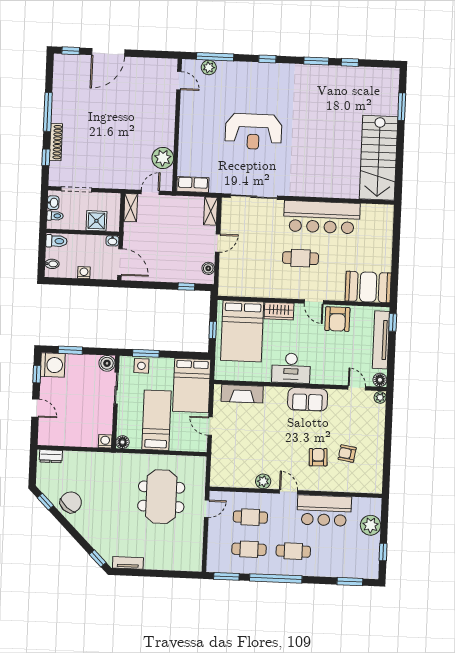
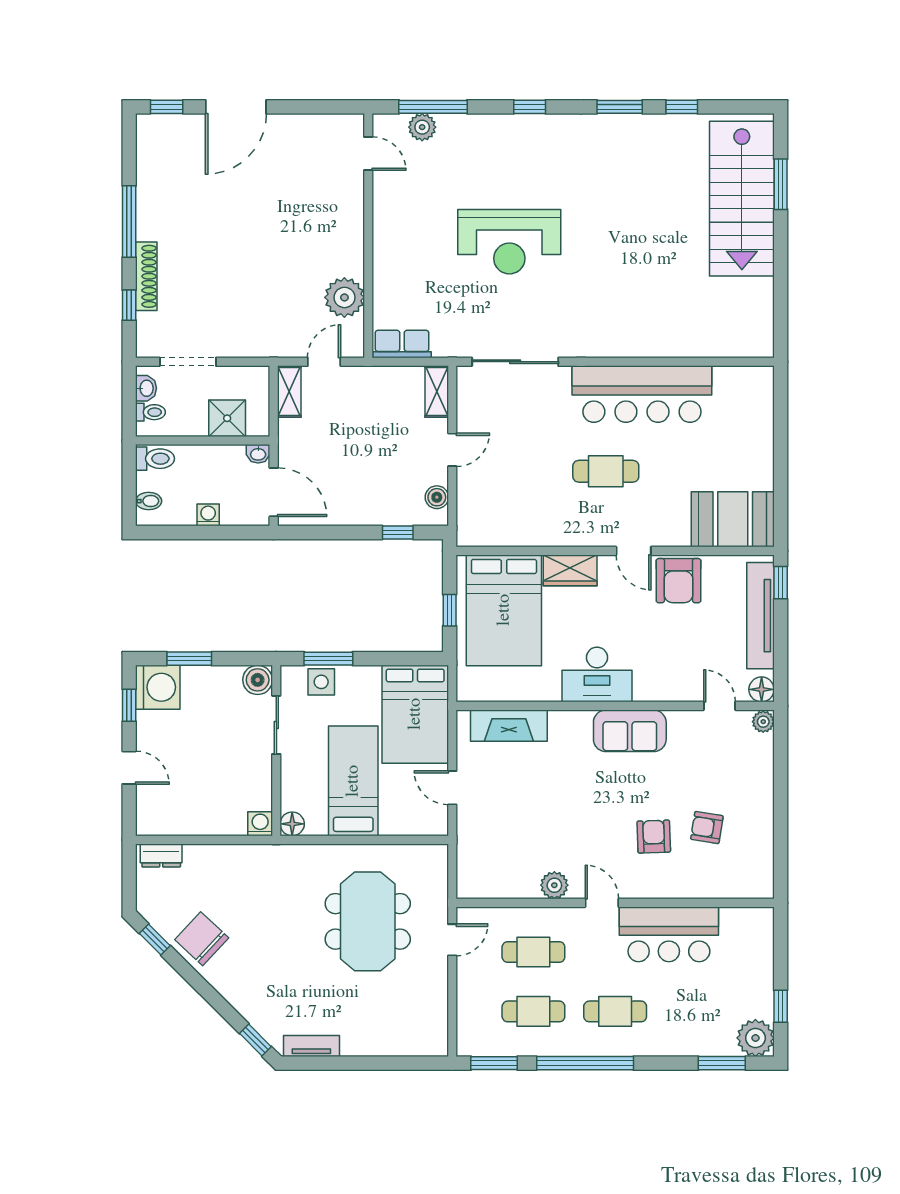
stairs: (379, 158) -> (742, 199), moved
chair: (71, 502) -> (202, 939), turned -88
plant: (371, 525) -> (755, 1038), moved

